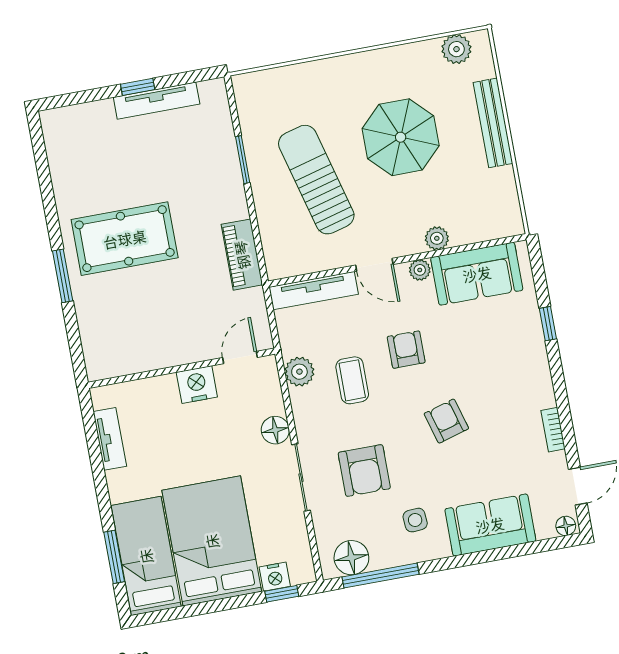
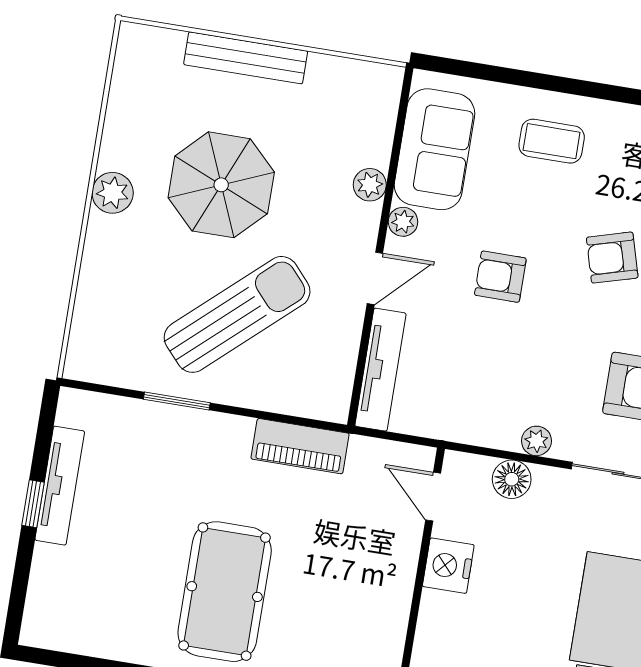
plant: (456, 49) -> (113, 193), moved
sun lounger: (316, 180) -> (237, 314), turned 153
window: (548, 324) -> (533, 80), removed
plant: (299, 372) -> (536, 441), moved, width x0.73, depth x0.73
coffee table: (352, 380) -> (552, 141), moved
floor lamp: (275, 430) -> (512, 479), moved

